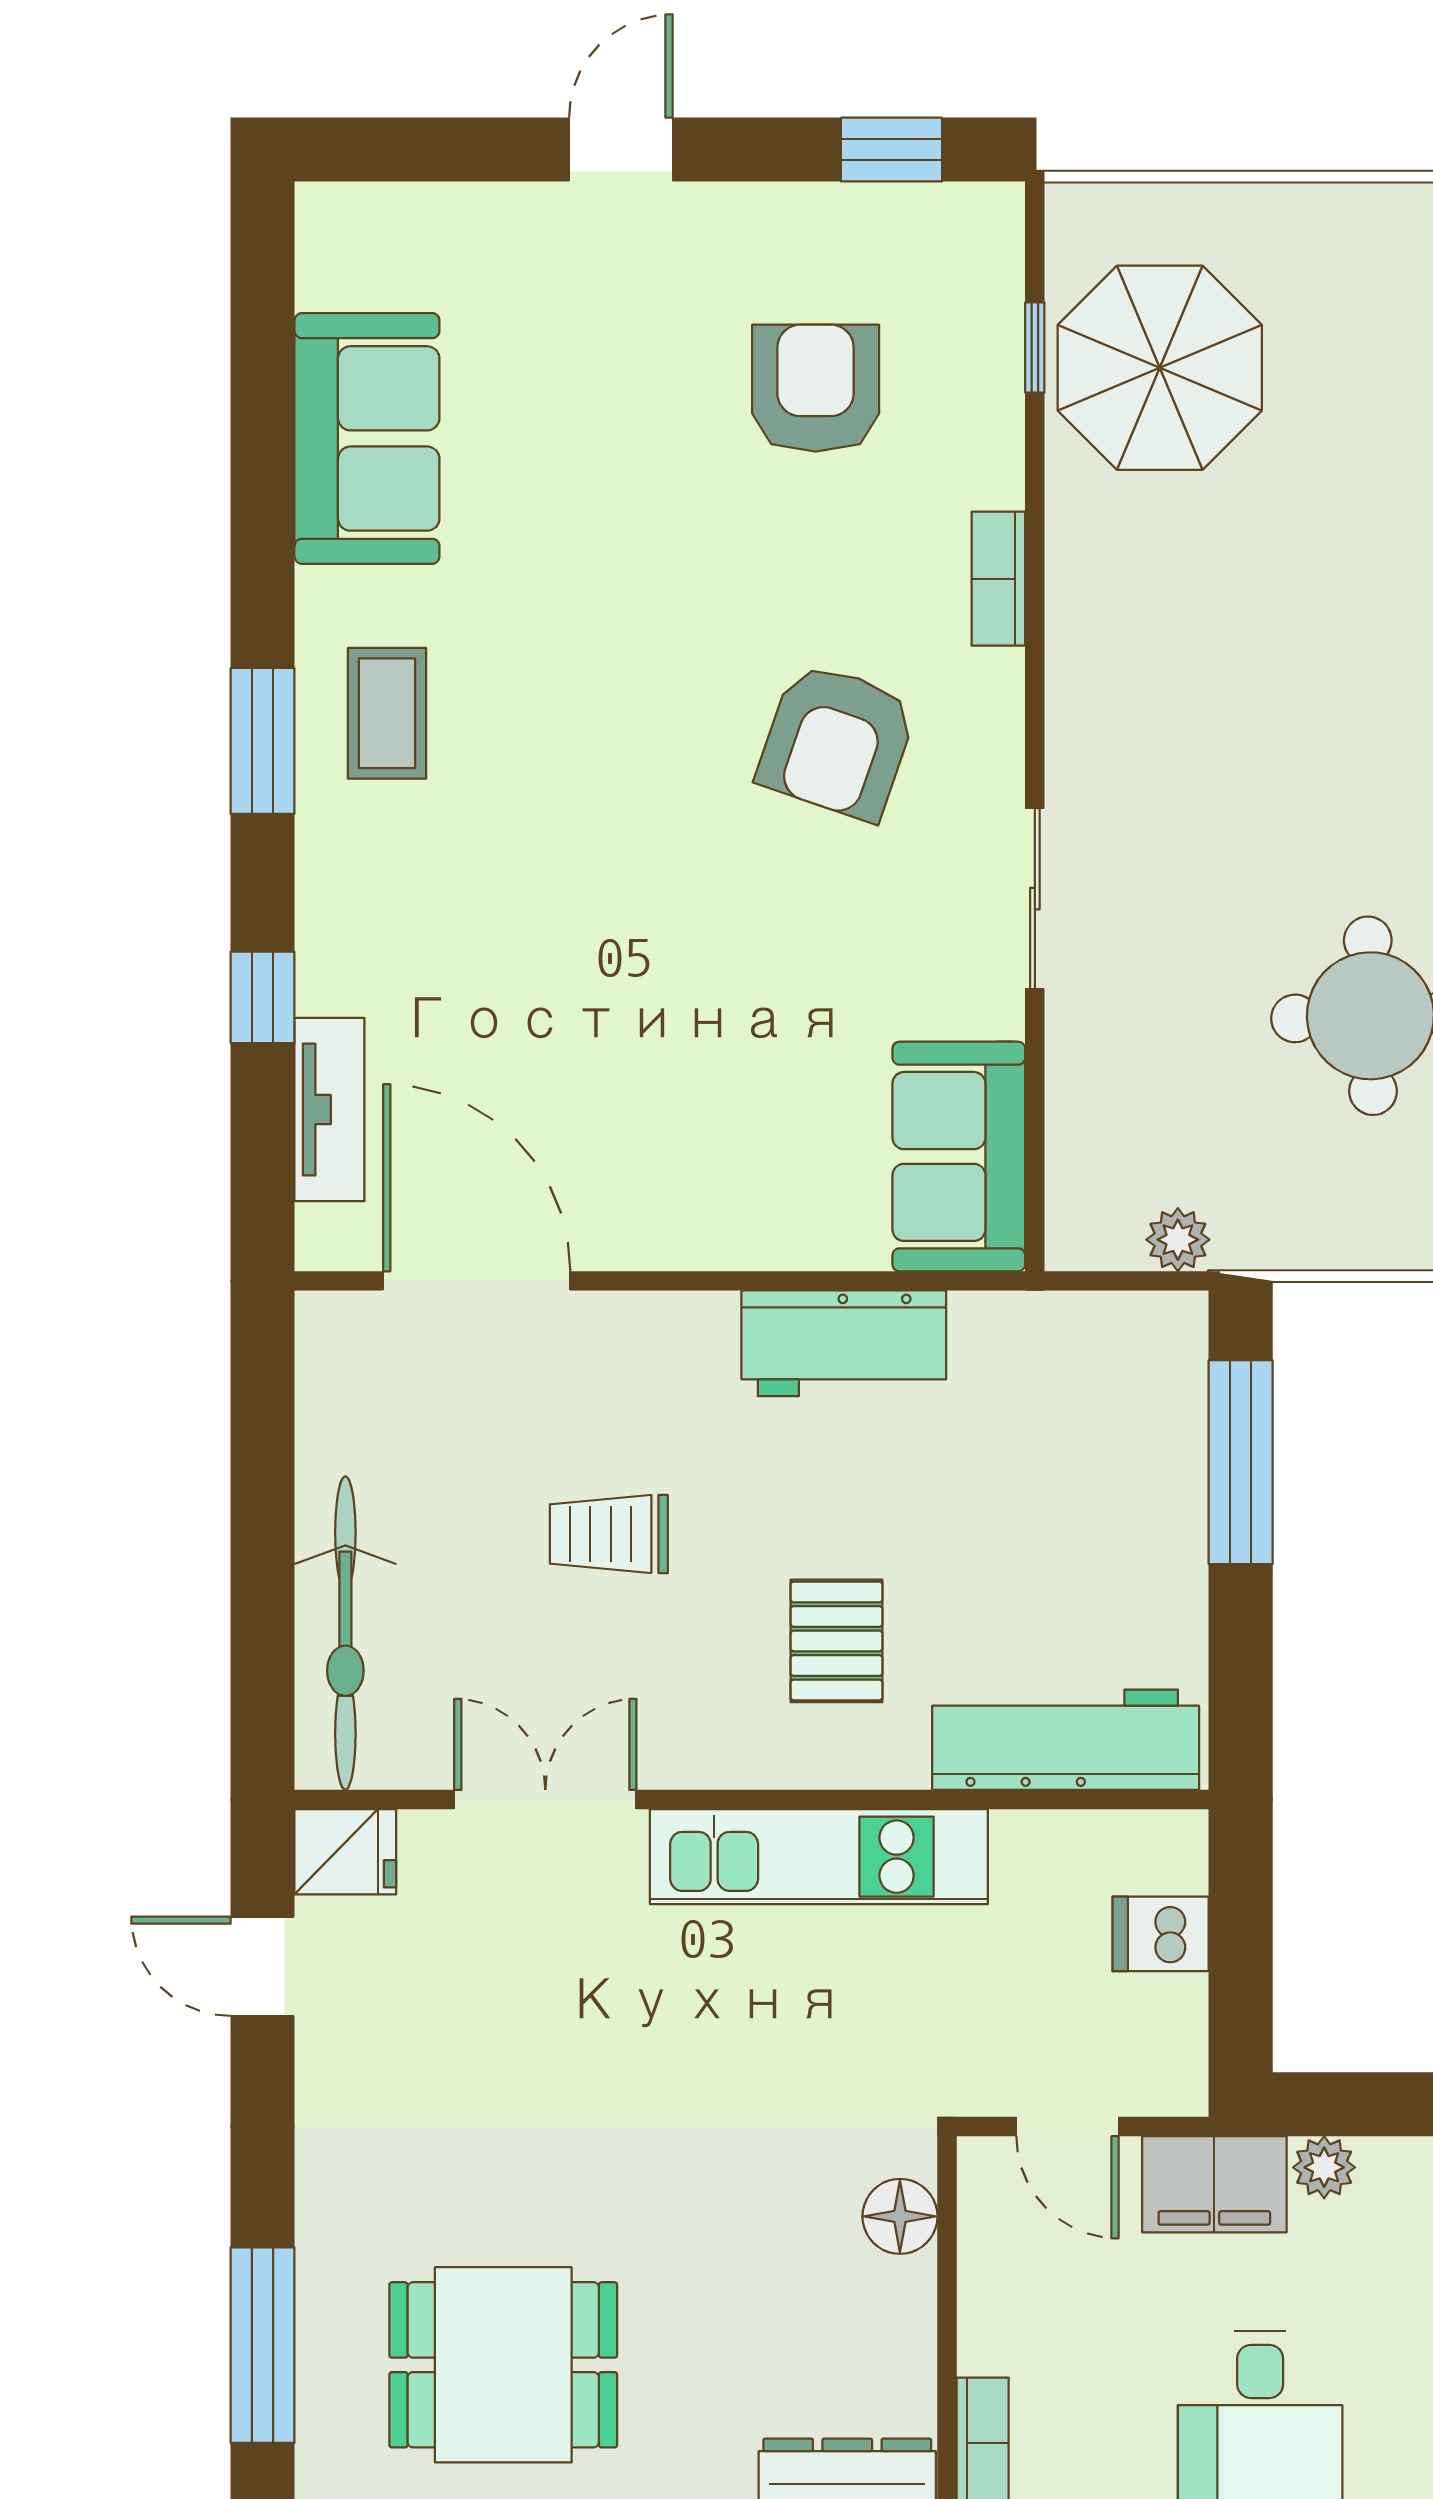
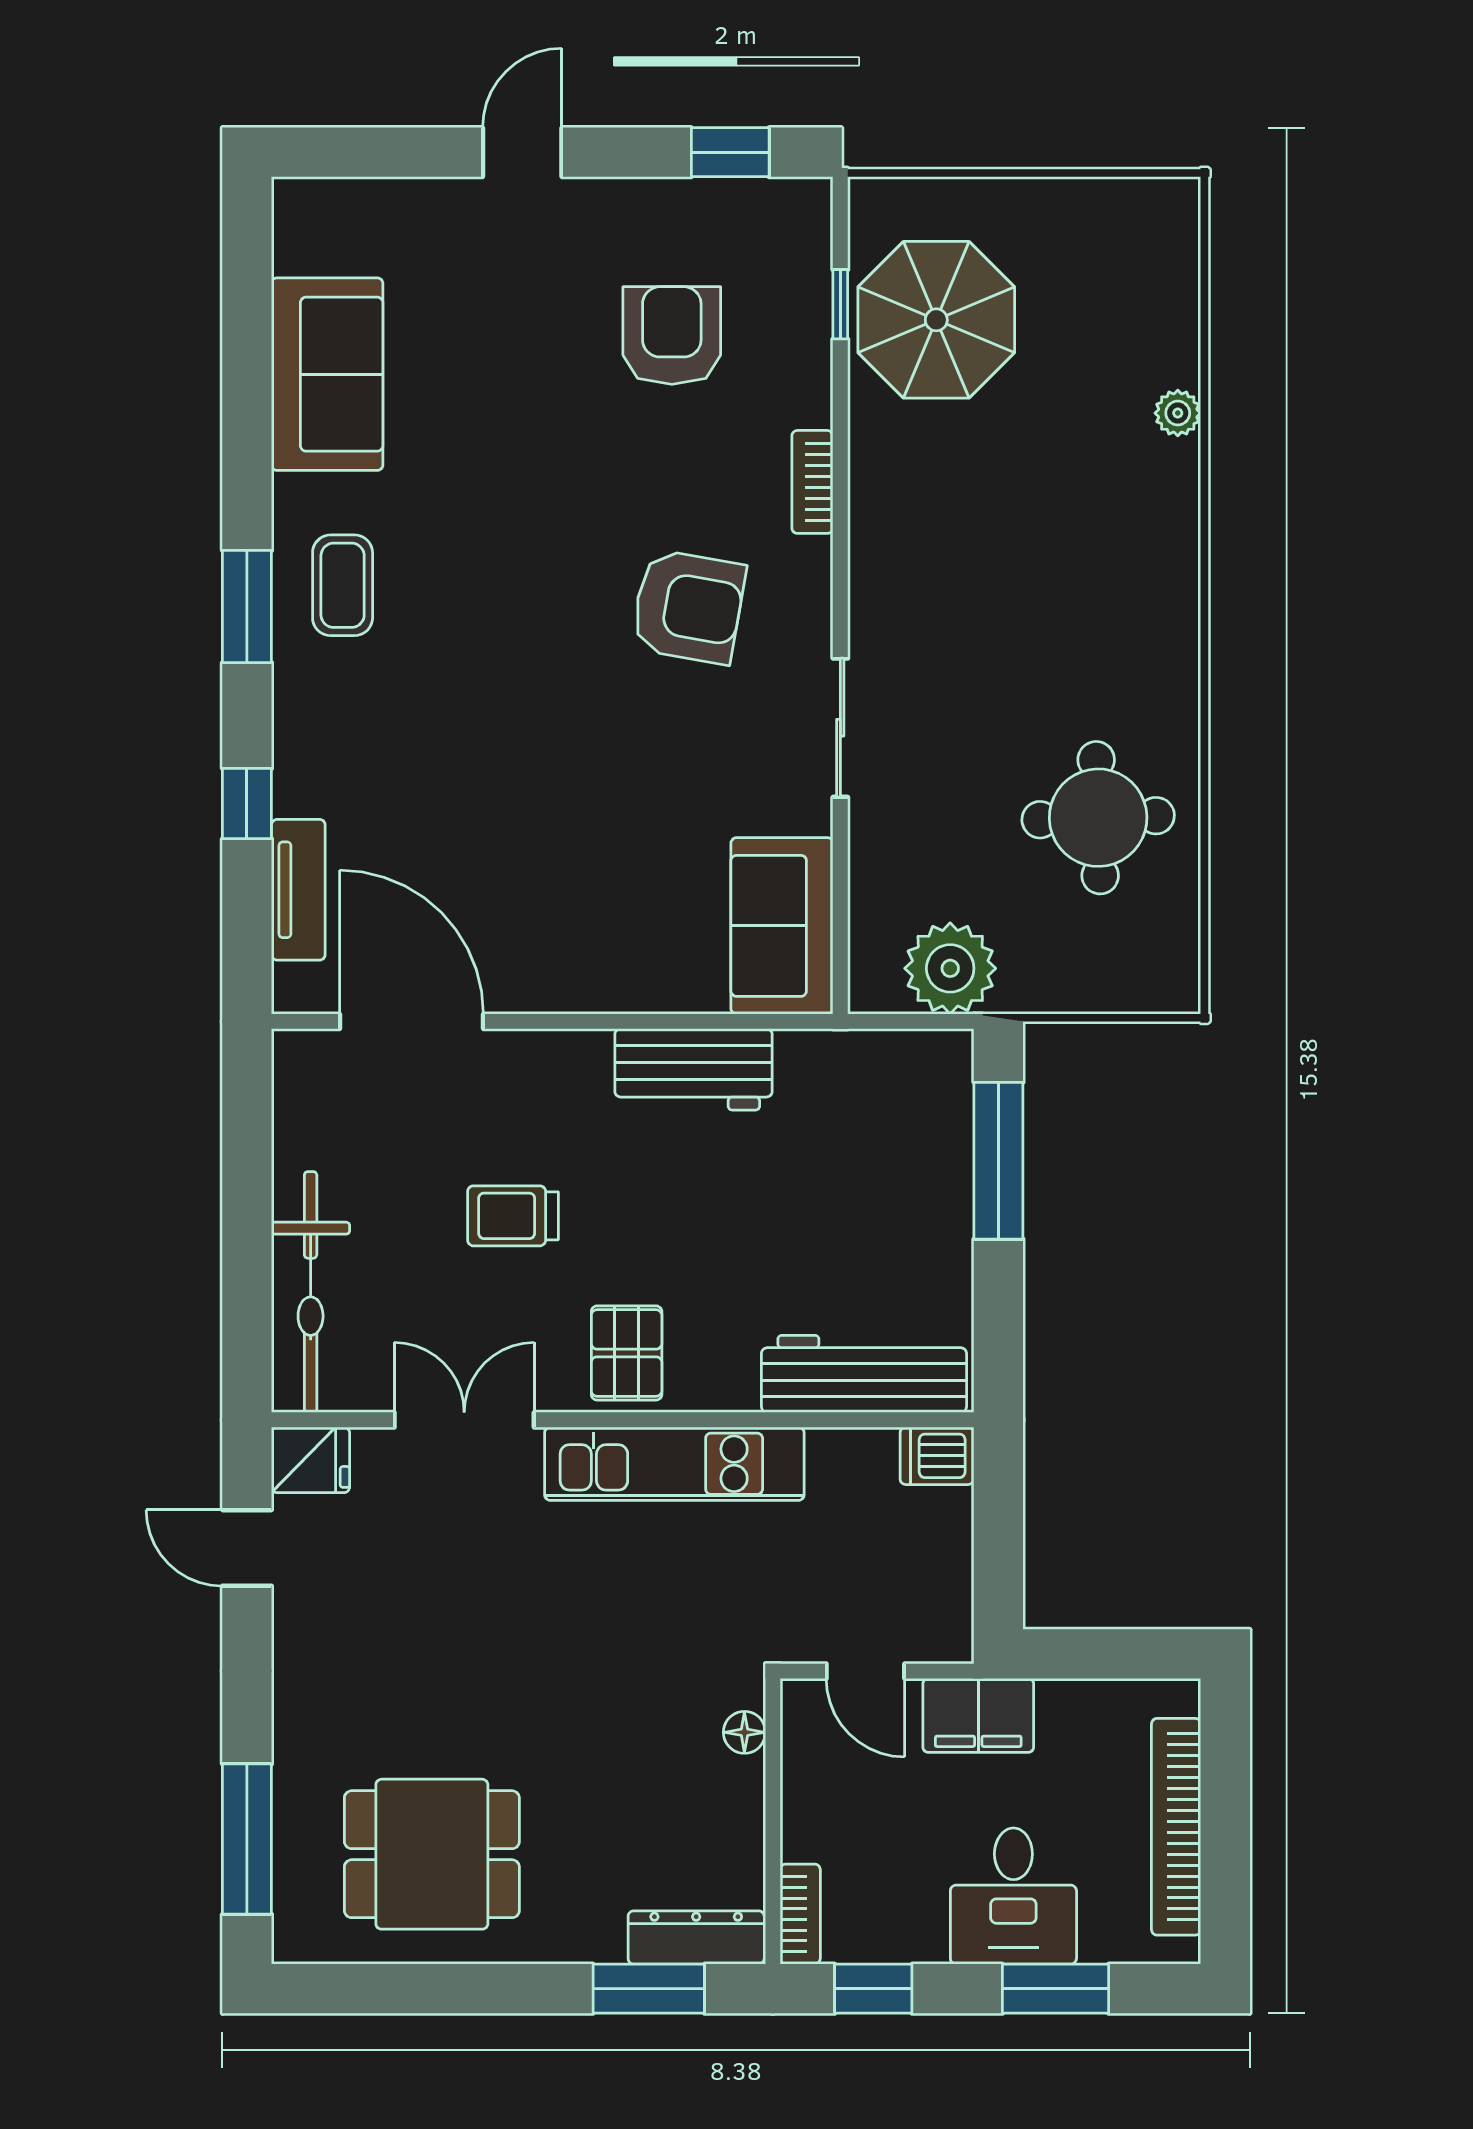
armchair: (837, 741) -> (688, 607), turned -99
plant: (1178, 1240) -> (950, 968), width x1.87, depth x1.87
pallet: (836, 1641) -> (627, 1353), moved
dishwasher: (1161, 1934) -> (937, 1456), moved
plant: (1324, 2167) -> (1063, 1702), removed
floor lamp: (900, 2216) -> (744, 1732), width x0.73, depth x0.73

